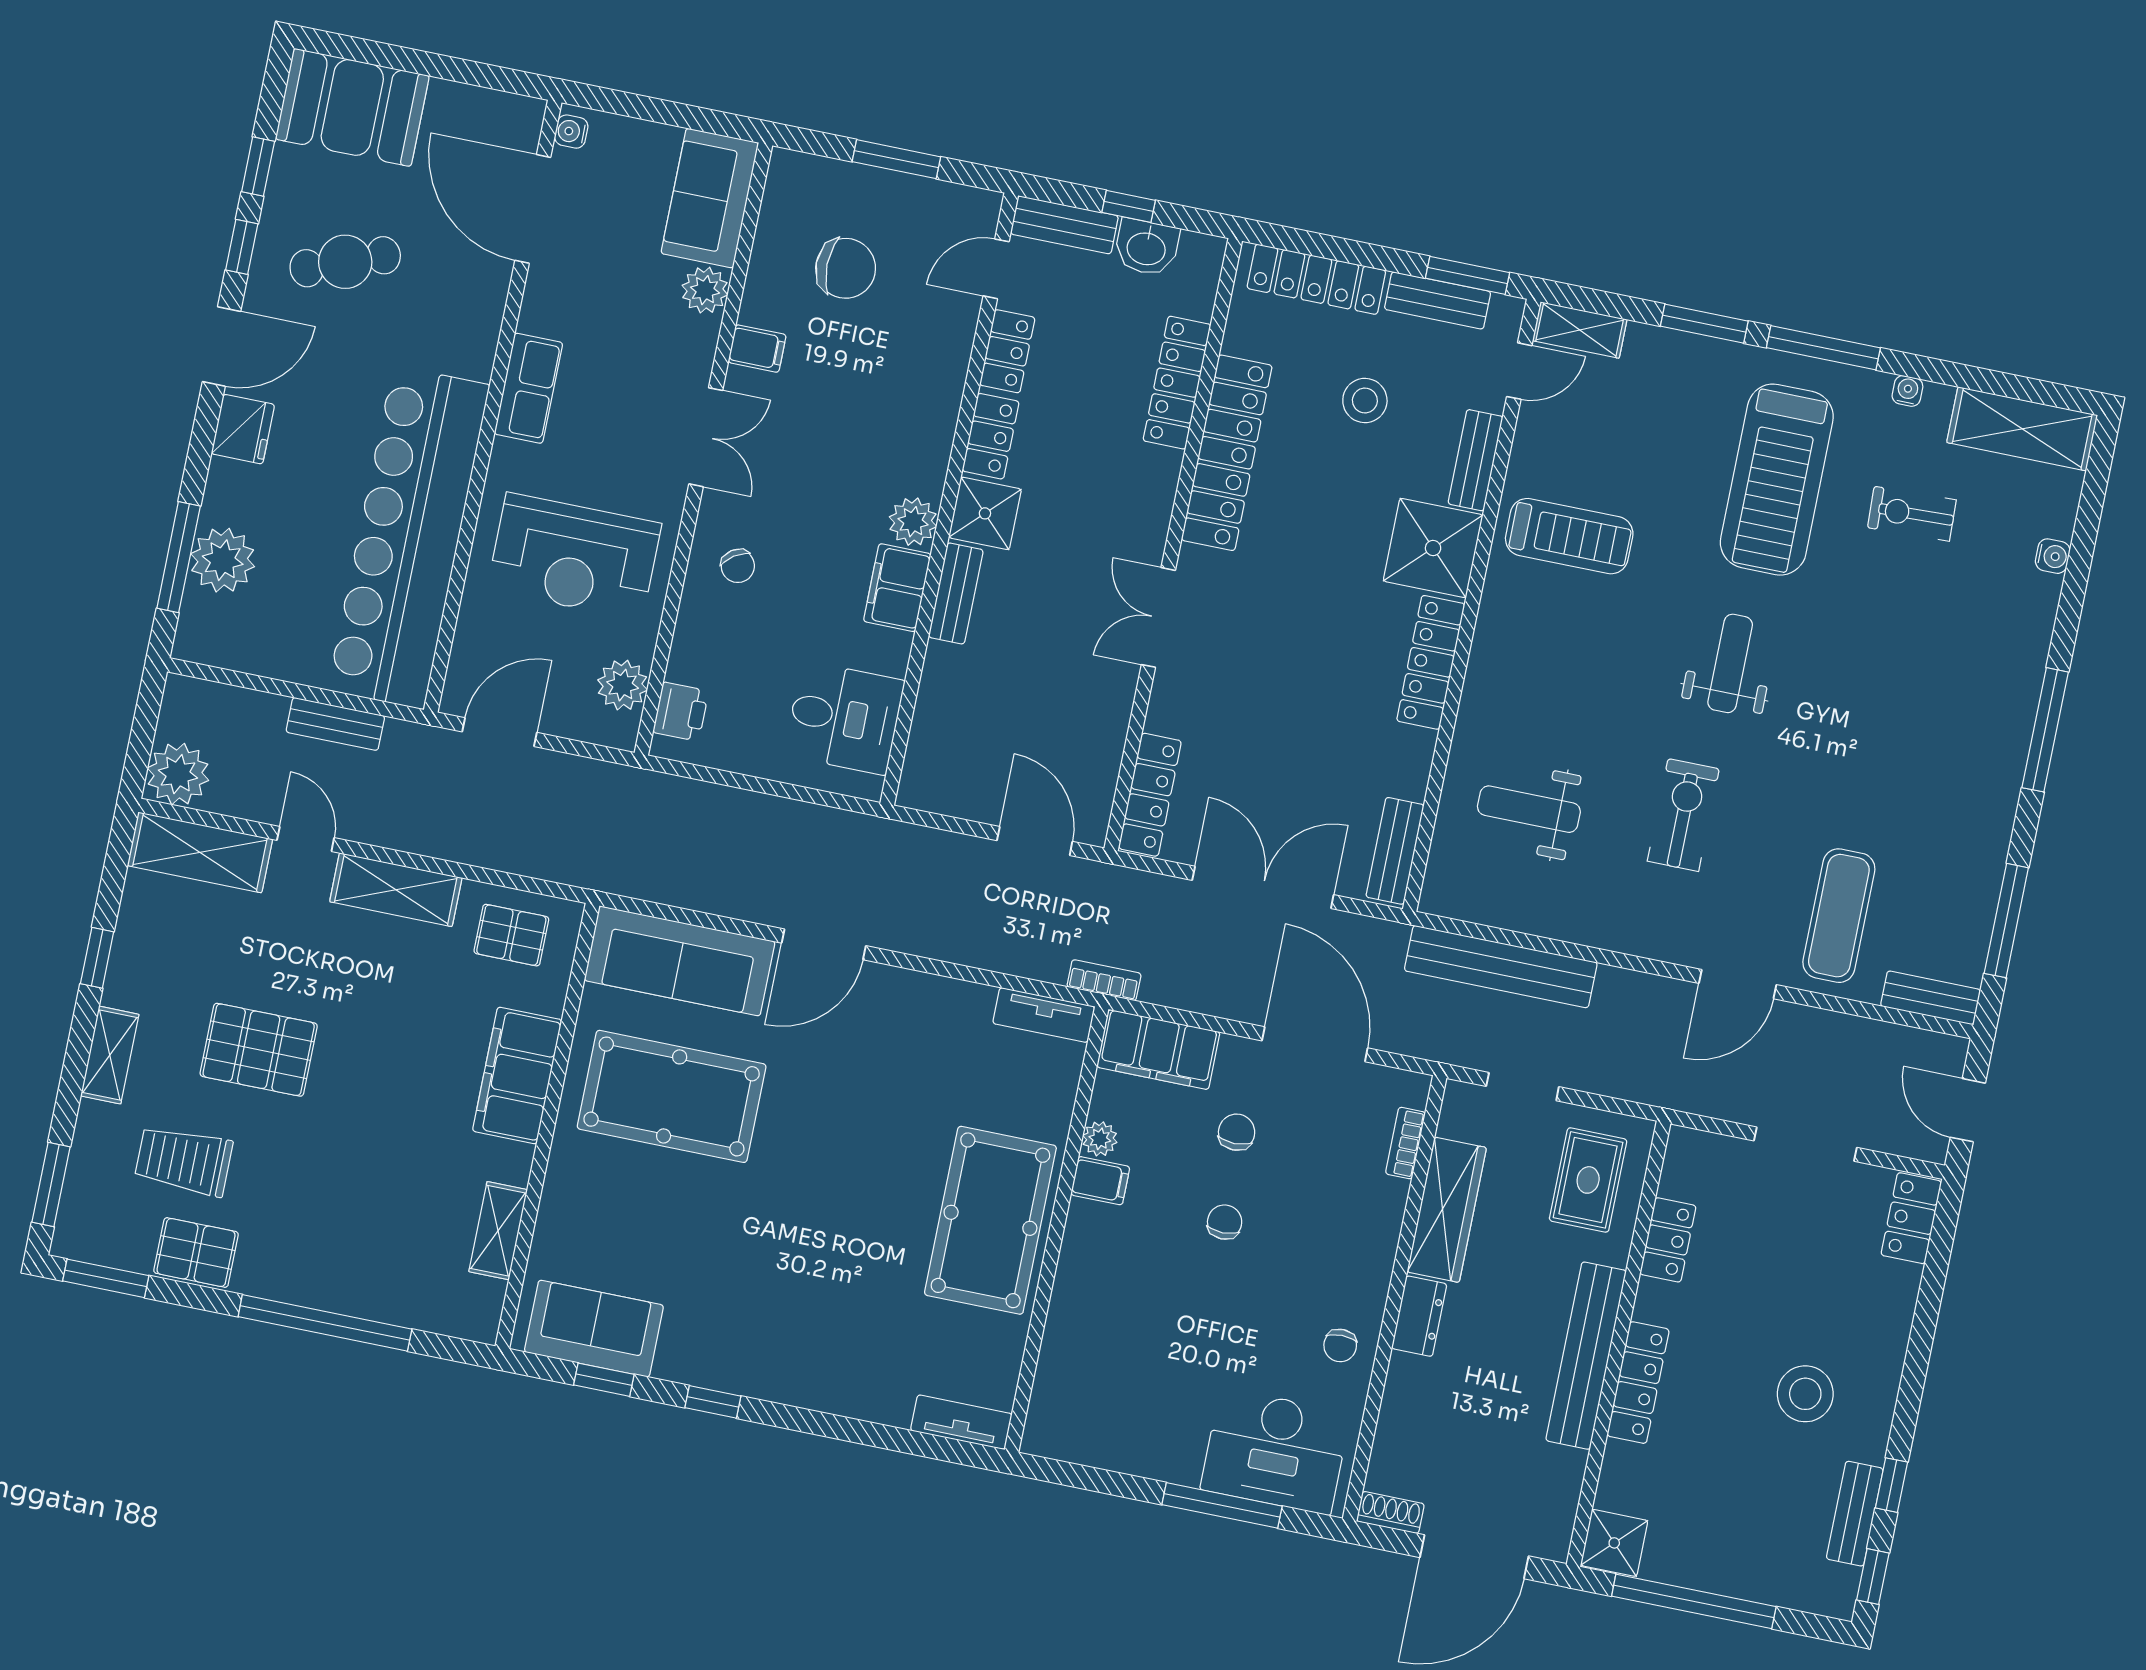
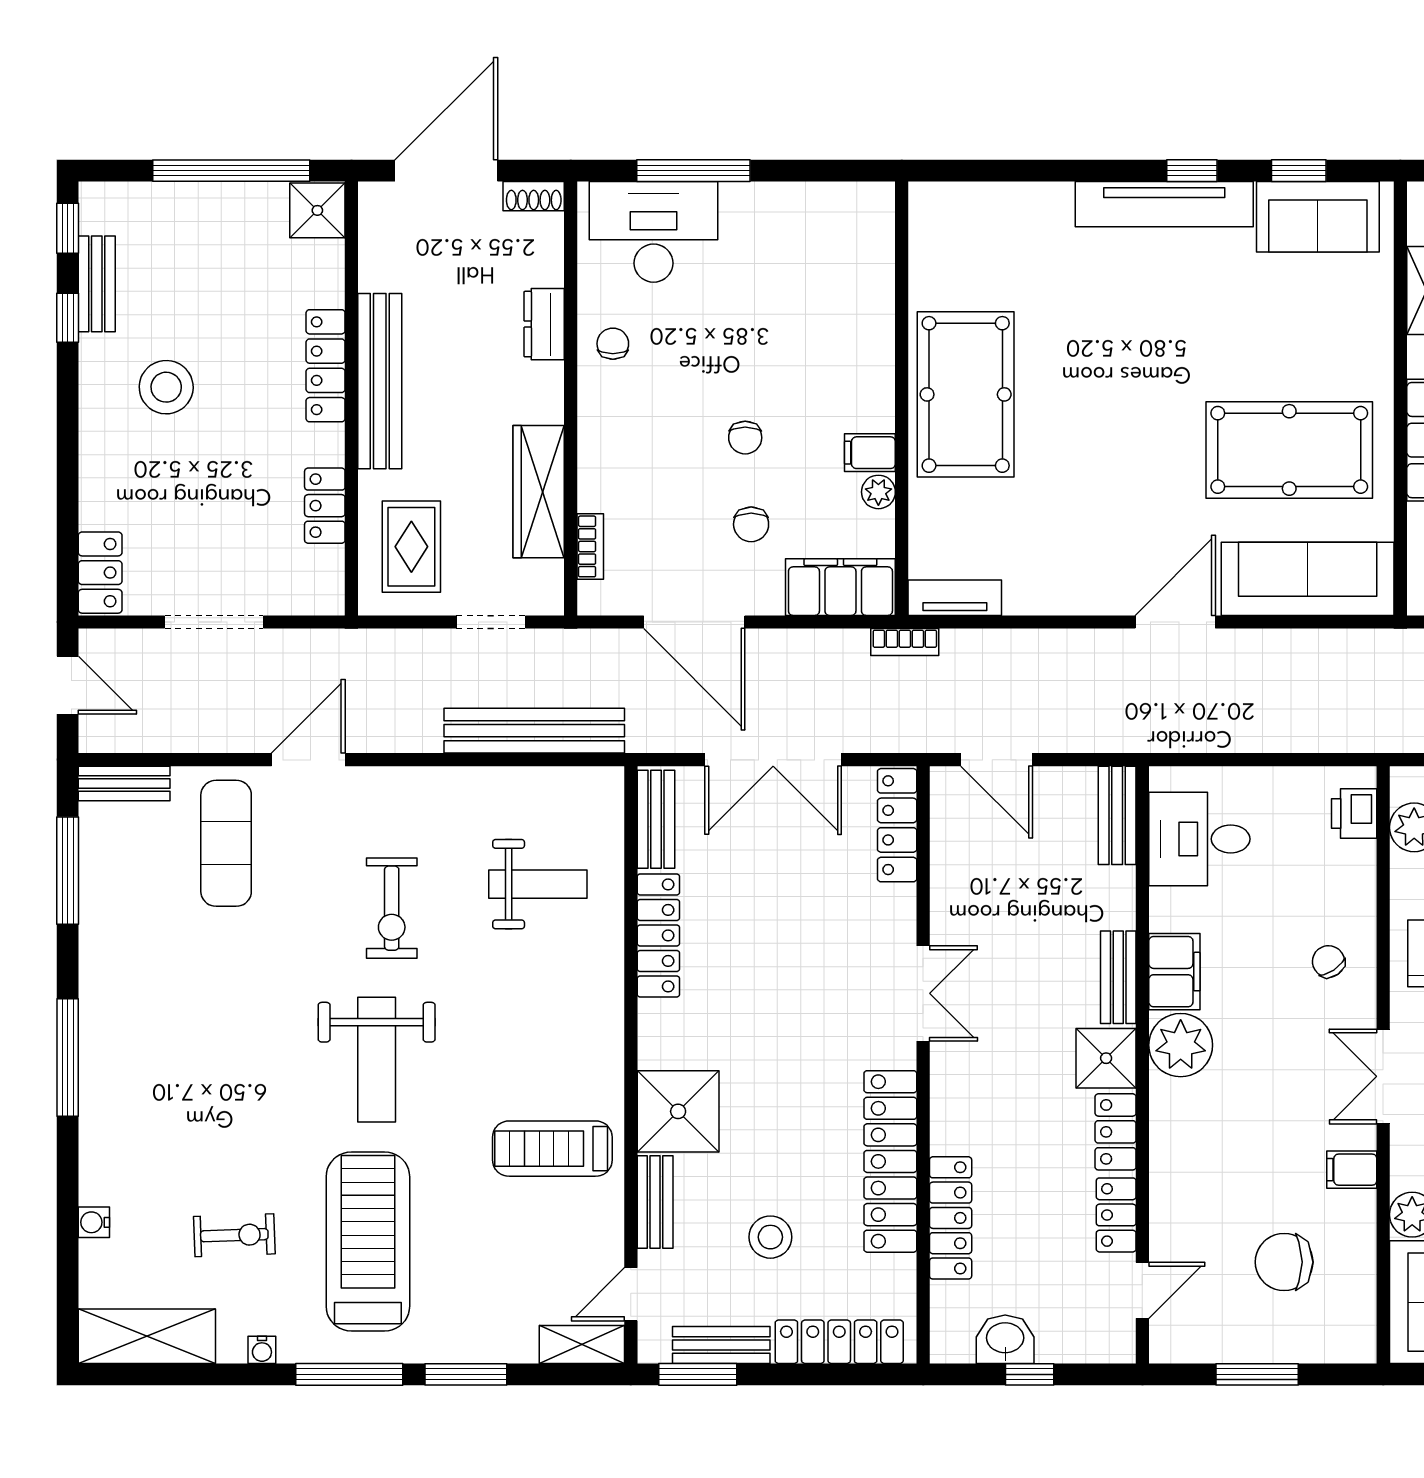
bench: (1064, 225) -> (1117, 815), moved, turned 90
plant: (913, 522) -> (1181, 1045), width x1.36, depth x1.36
locker: (1431, 662) -> (658, 935), moved
weight bench: (1730, 663) -> (377, 1060), width x1.36, depth x1.33
dresser: (1419, 1316) -> (544, 324), moved
tv unit: (961, 1422) -> (1164, 204), moved, width x1.92, depth x1.29

